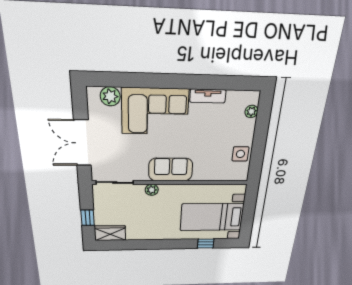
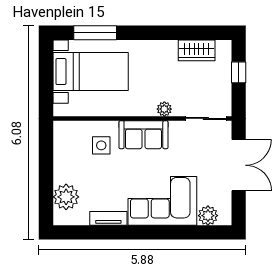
plant: (251, 111) -> (66, 197), width x1.88, depth x1.88
side table: (240, 154) -> (101, 145), moved
wardrobe: (110, 233) -> (197, 50), moved
window: (206, 244) -> (95, 33), width x2.17

